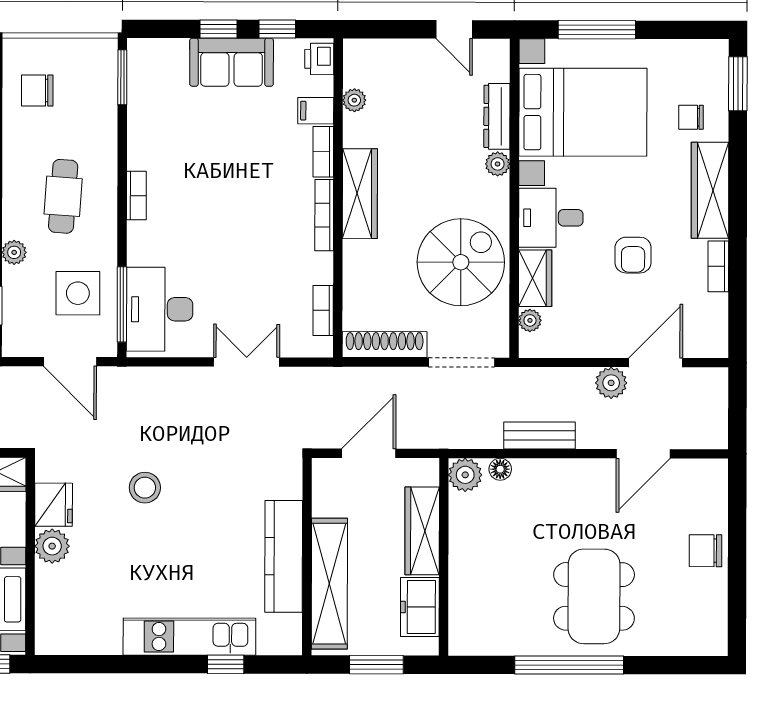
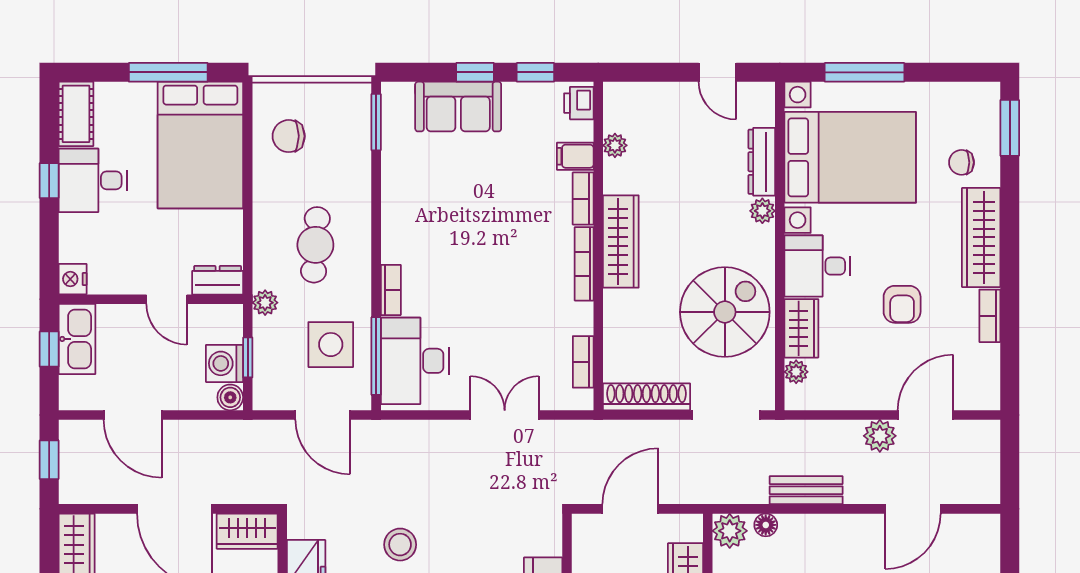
sofa: (232, 62) -> (458, 107), moved
bookcase: (136, 196) -> (391, 290), moved

